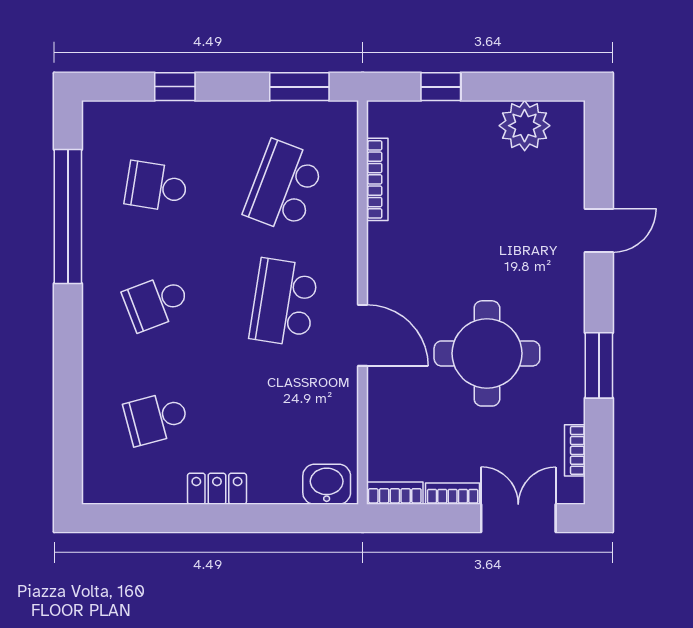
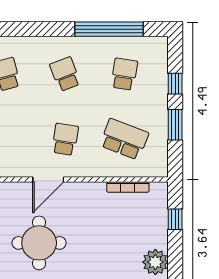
window: (299, 87) -> (175, 125), moved
school desk: (284, 302) -> (65, 139), width x0.54

